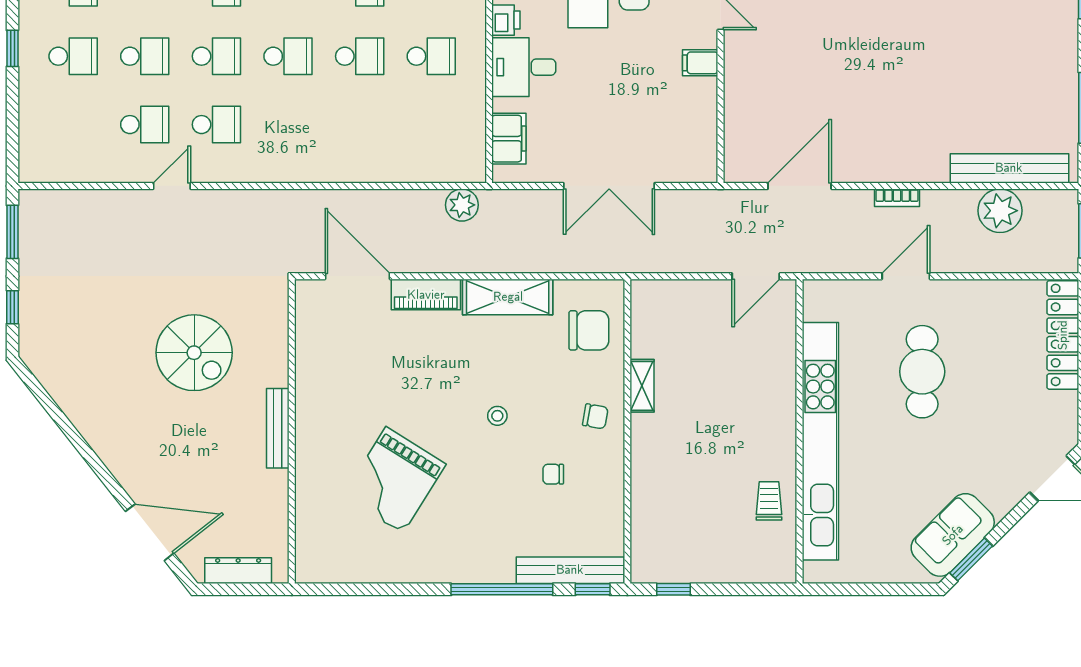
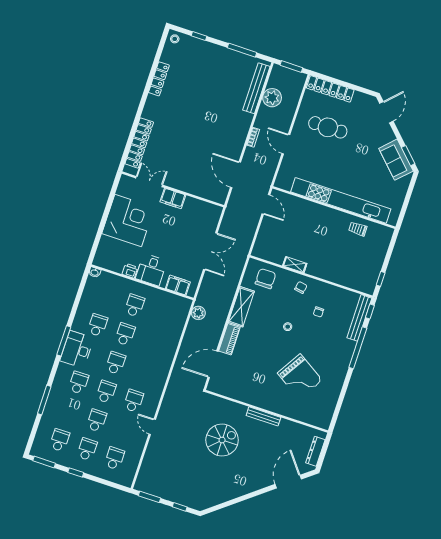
filing cabinet: (700, 63) -> (173, 198), width x2.00
school desk: (145, 125) -> (114, 458), moved
cafe table: (922, 372) -> (328, 127), moved

